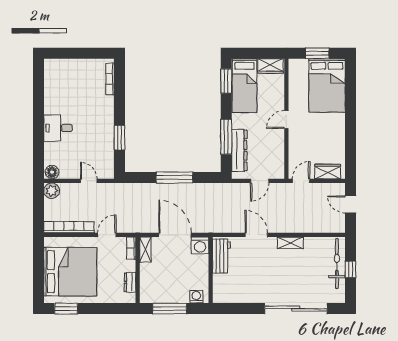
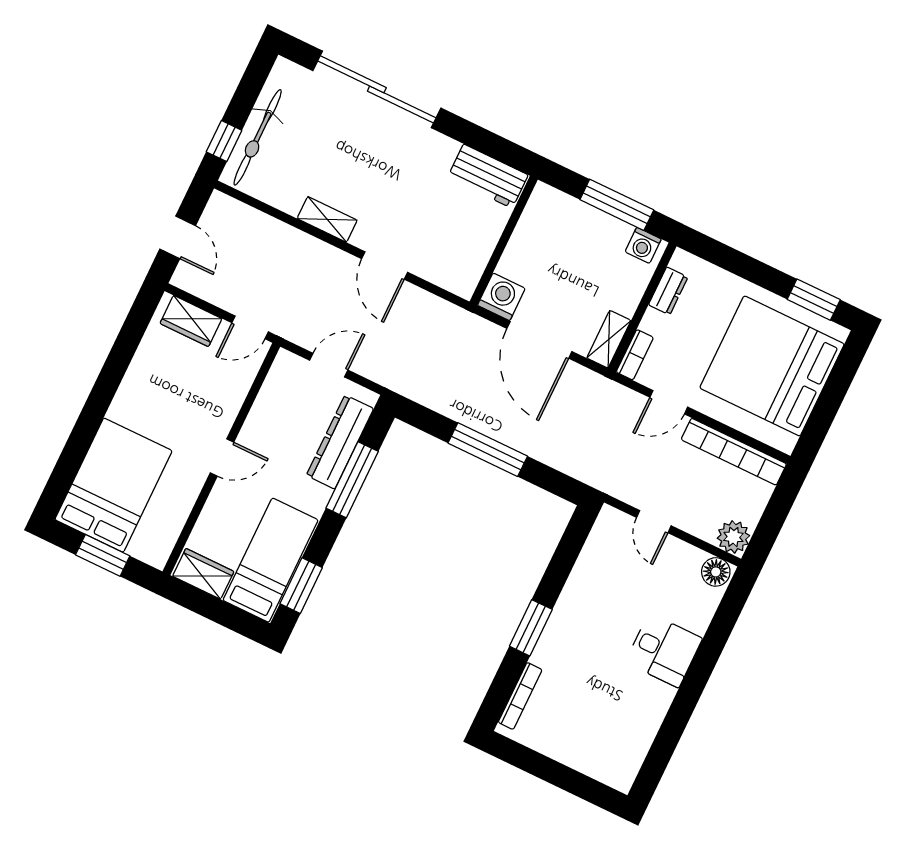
window: (119, 138) -> (531, 628), moved
workbench: (222, 256) -> (488, 176), moved, turned -90
window: (350, 269) -> (224, 141), moved
washing machine: (196, 297) -> (643, 245), moved

